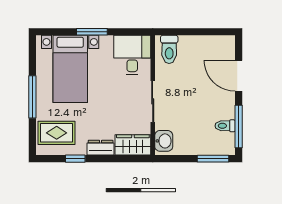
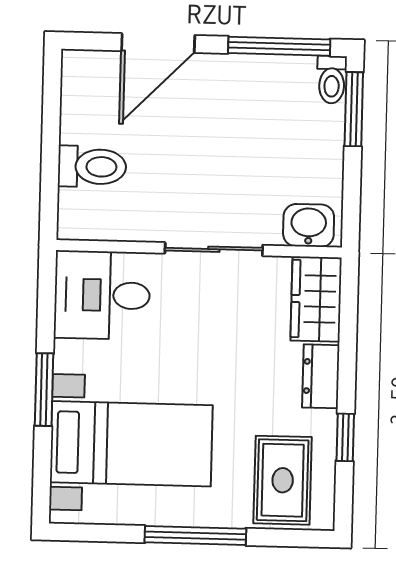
toilet: (169, 49) -> (92, 167), moved
toilet: (225, 126) -> (332, 80), moved

